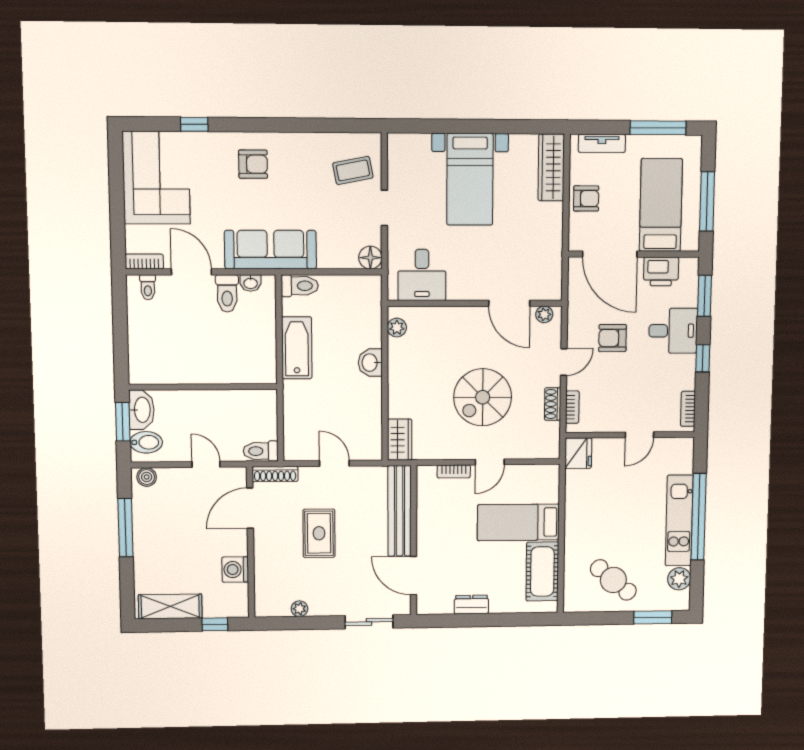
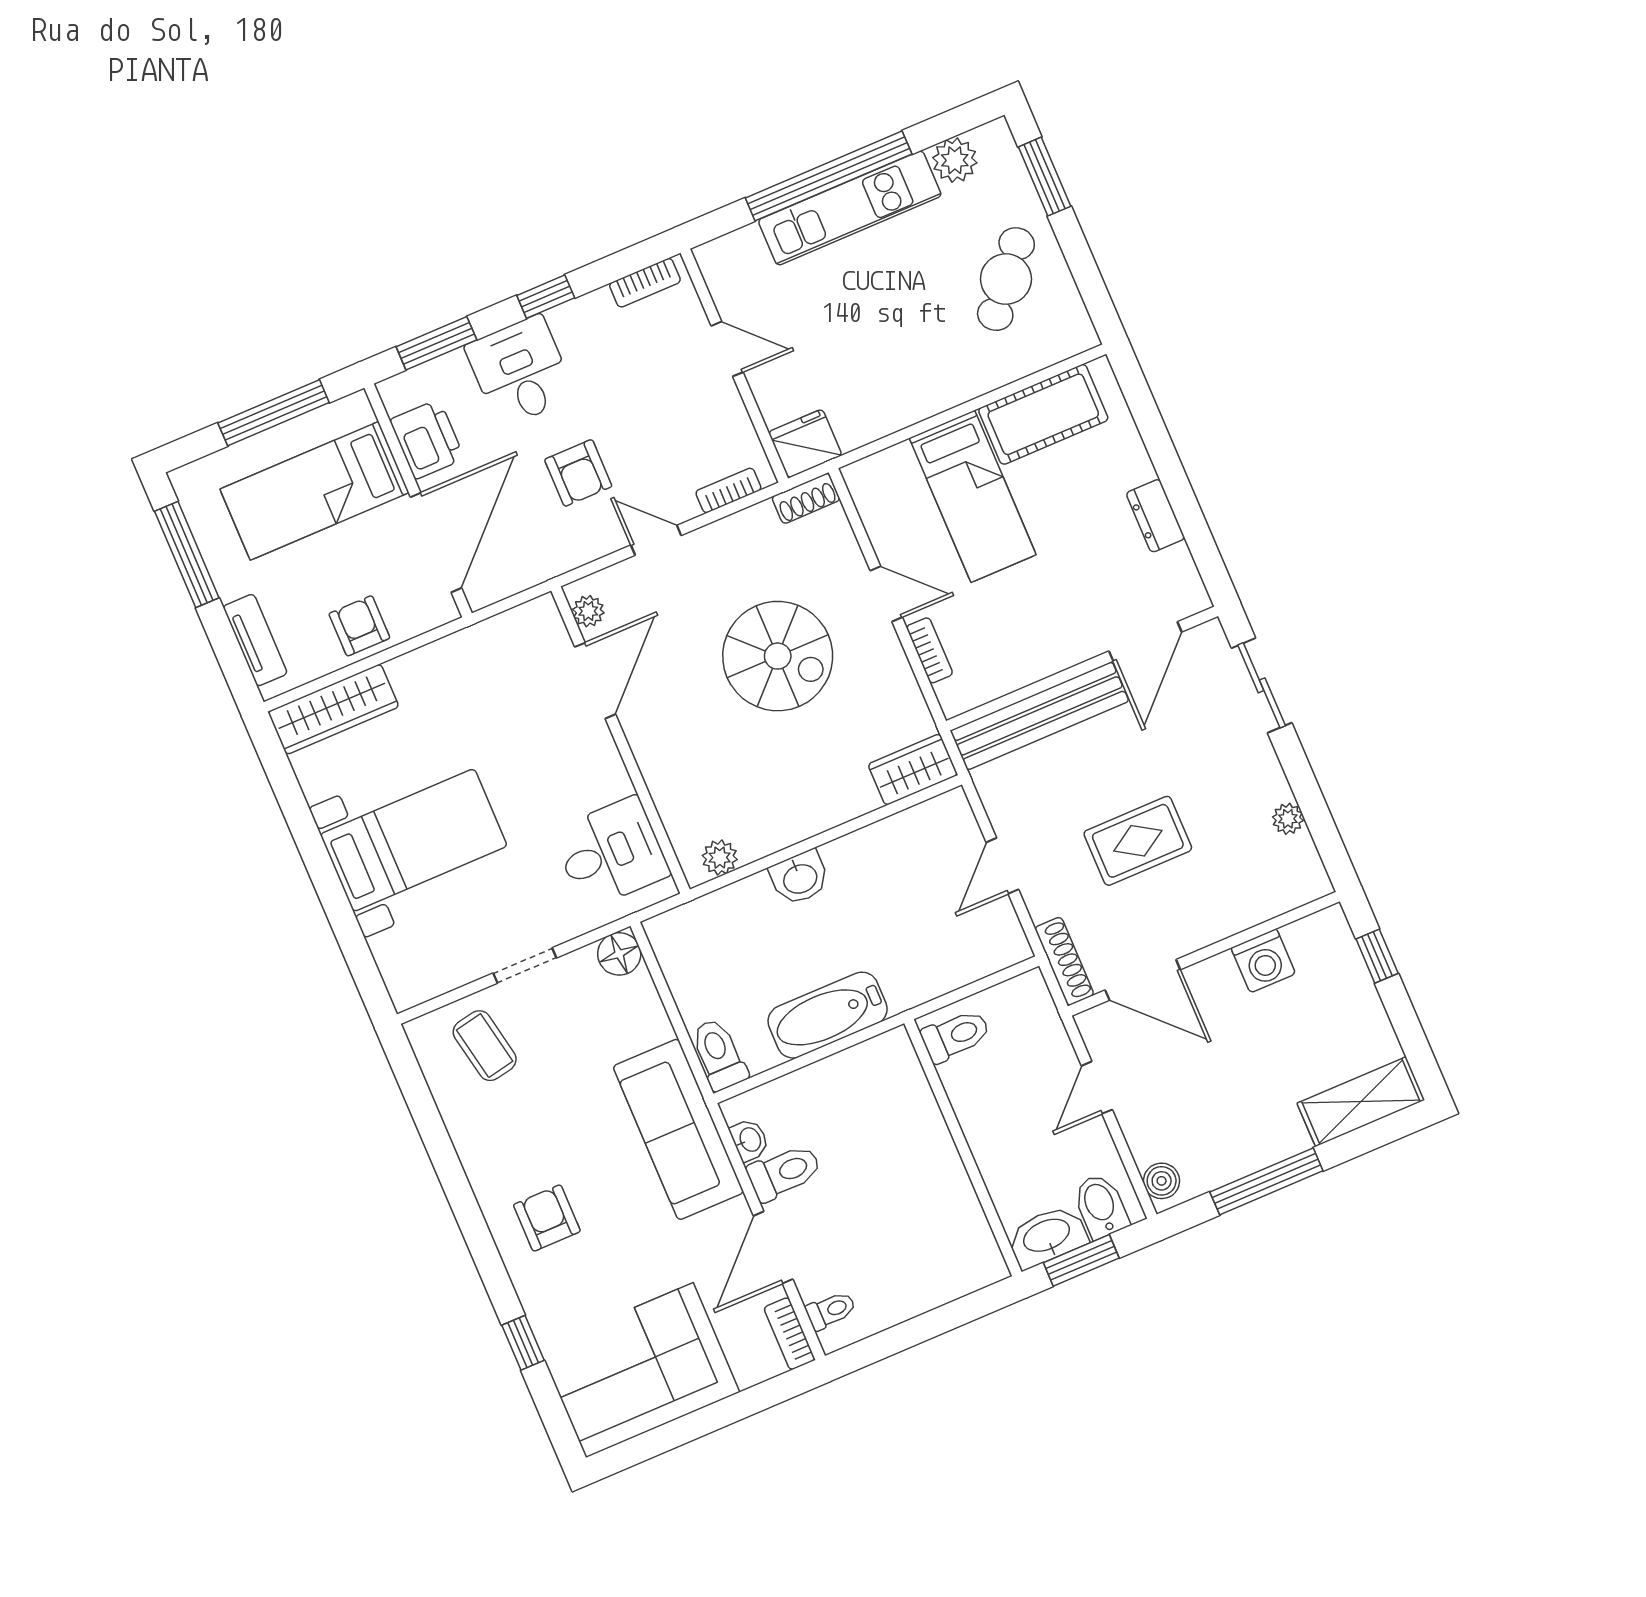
shoe rack: (553, 404) -> (806, 498), moved
toilet: (261, 451) -> (956, 1036), moved, turned -90
shelving: (170, 606) -> (1361, 1102), moved, turned 90

